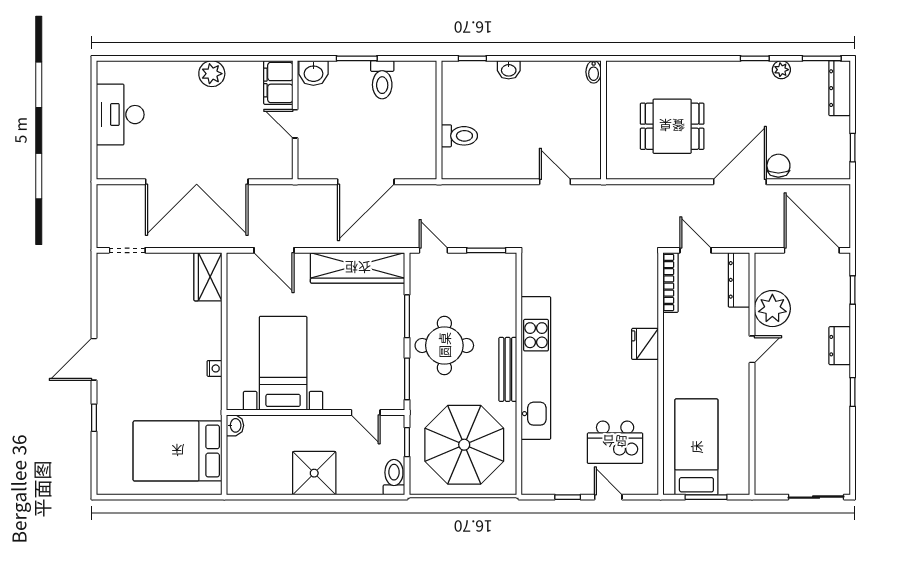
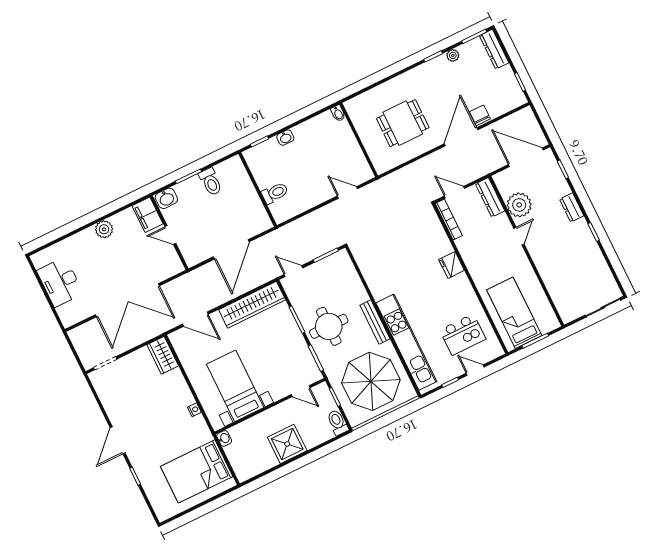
kitchen unit: (536, 368) -> (406, 342), moved

